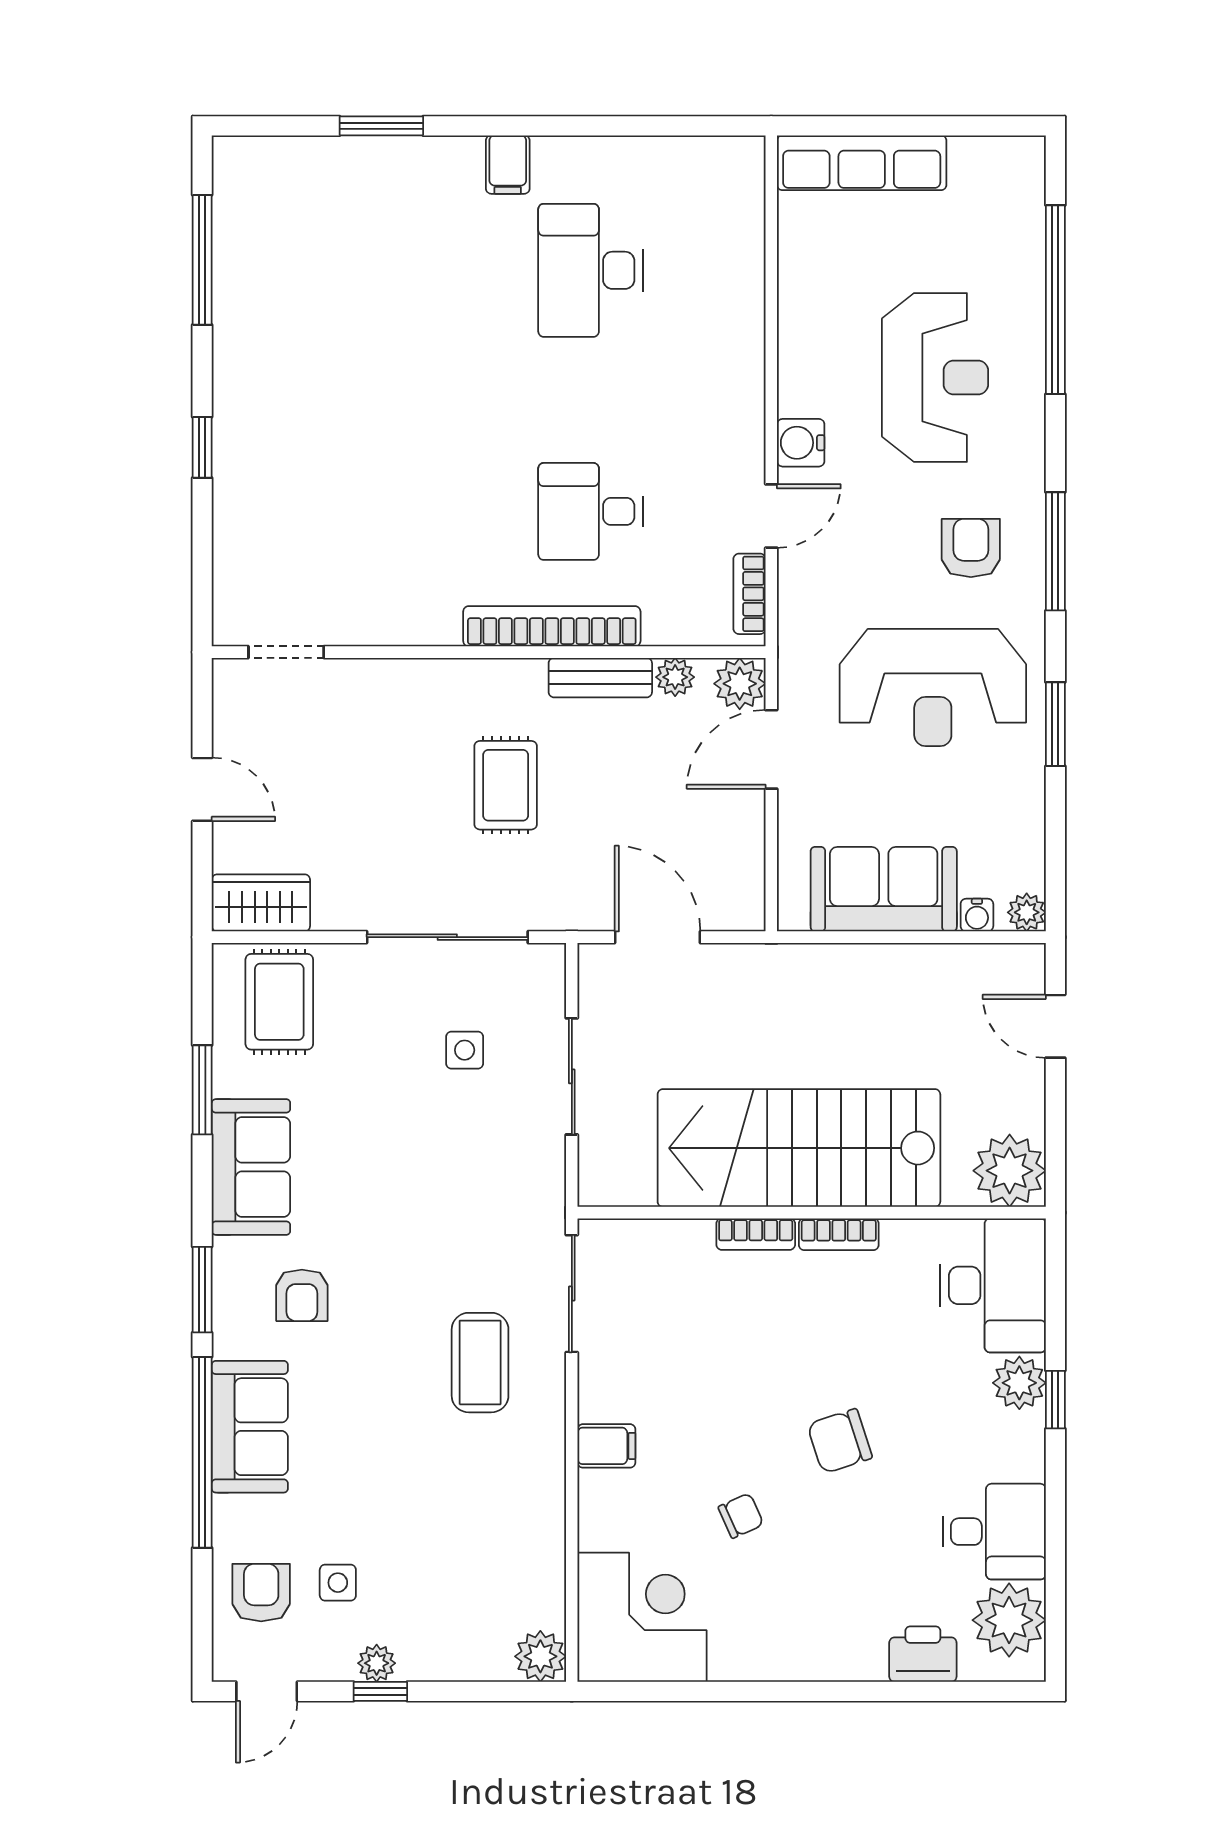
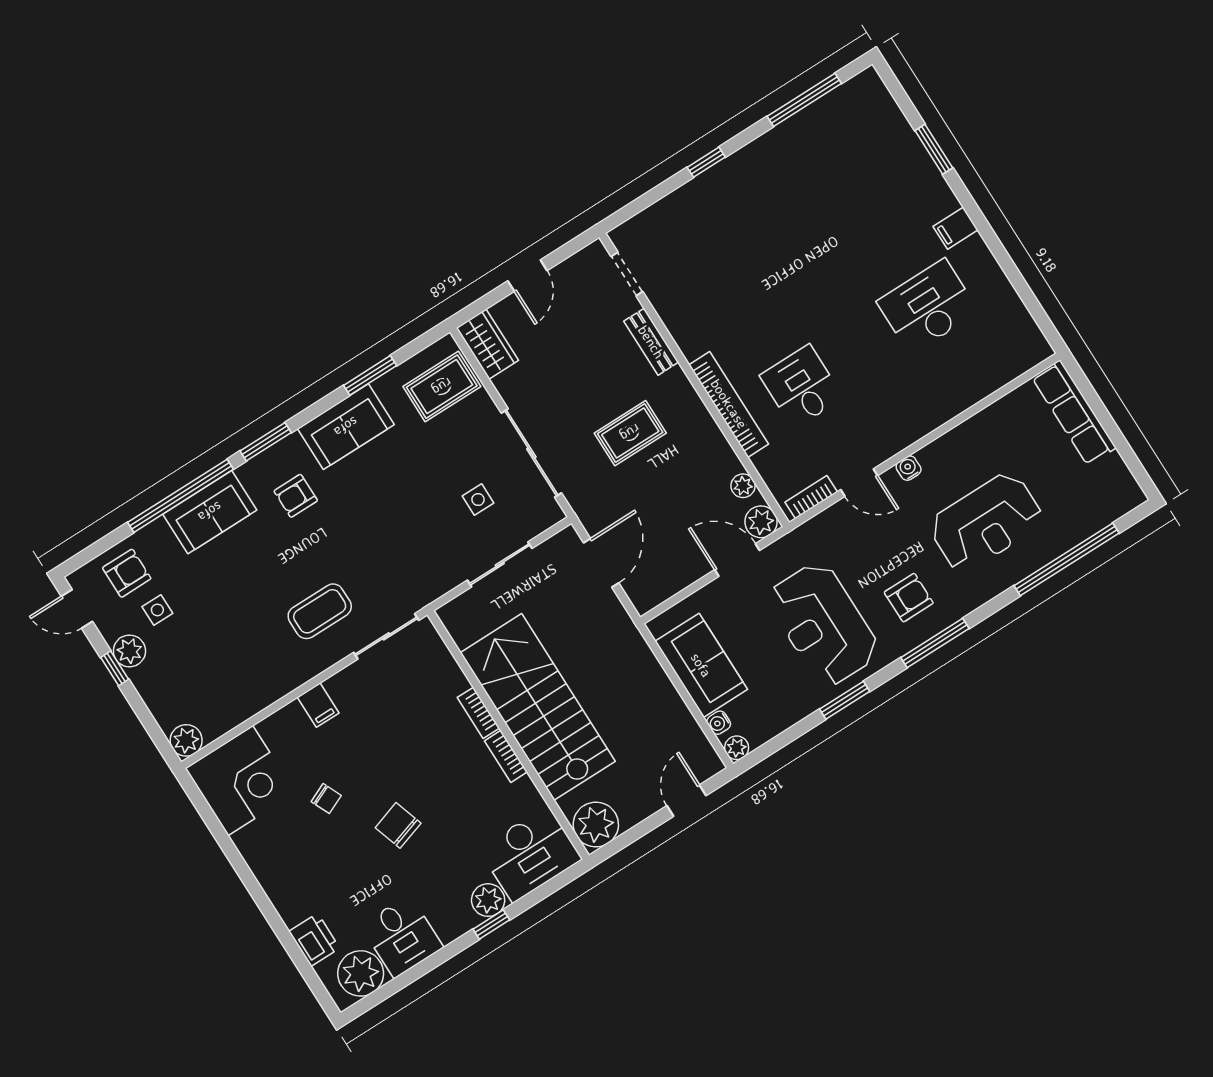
water cooler: (801, 443) -> (909, 468), width x0.72, depth x0.72
bench: (600, 678) -> (651, 342), moved
plant: (377, 1663) -> (129, 651), width x1.38, depth x1.38

